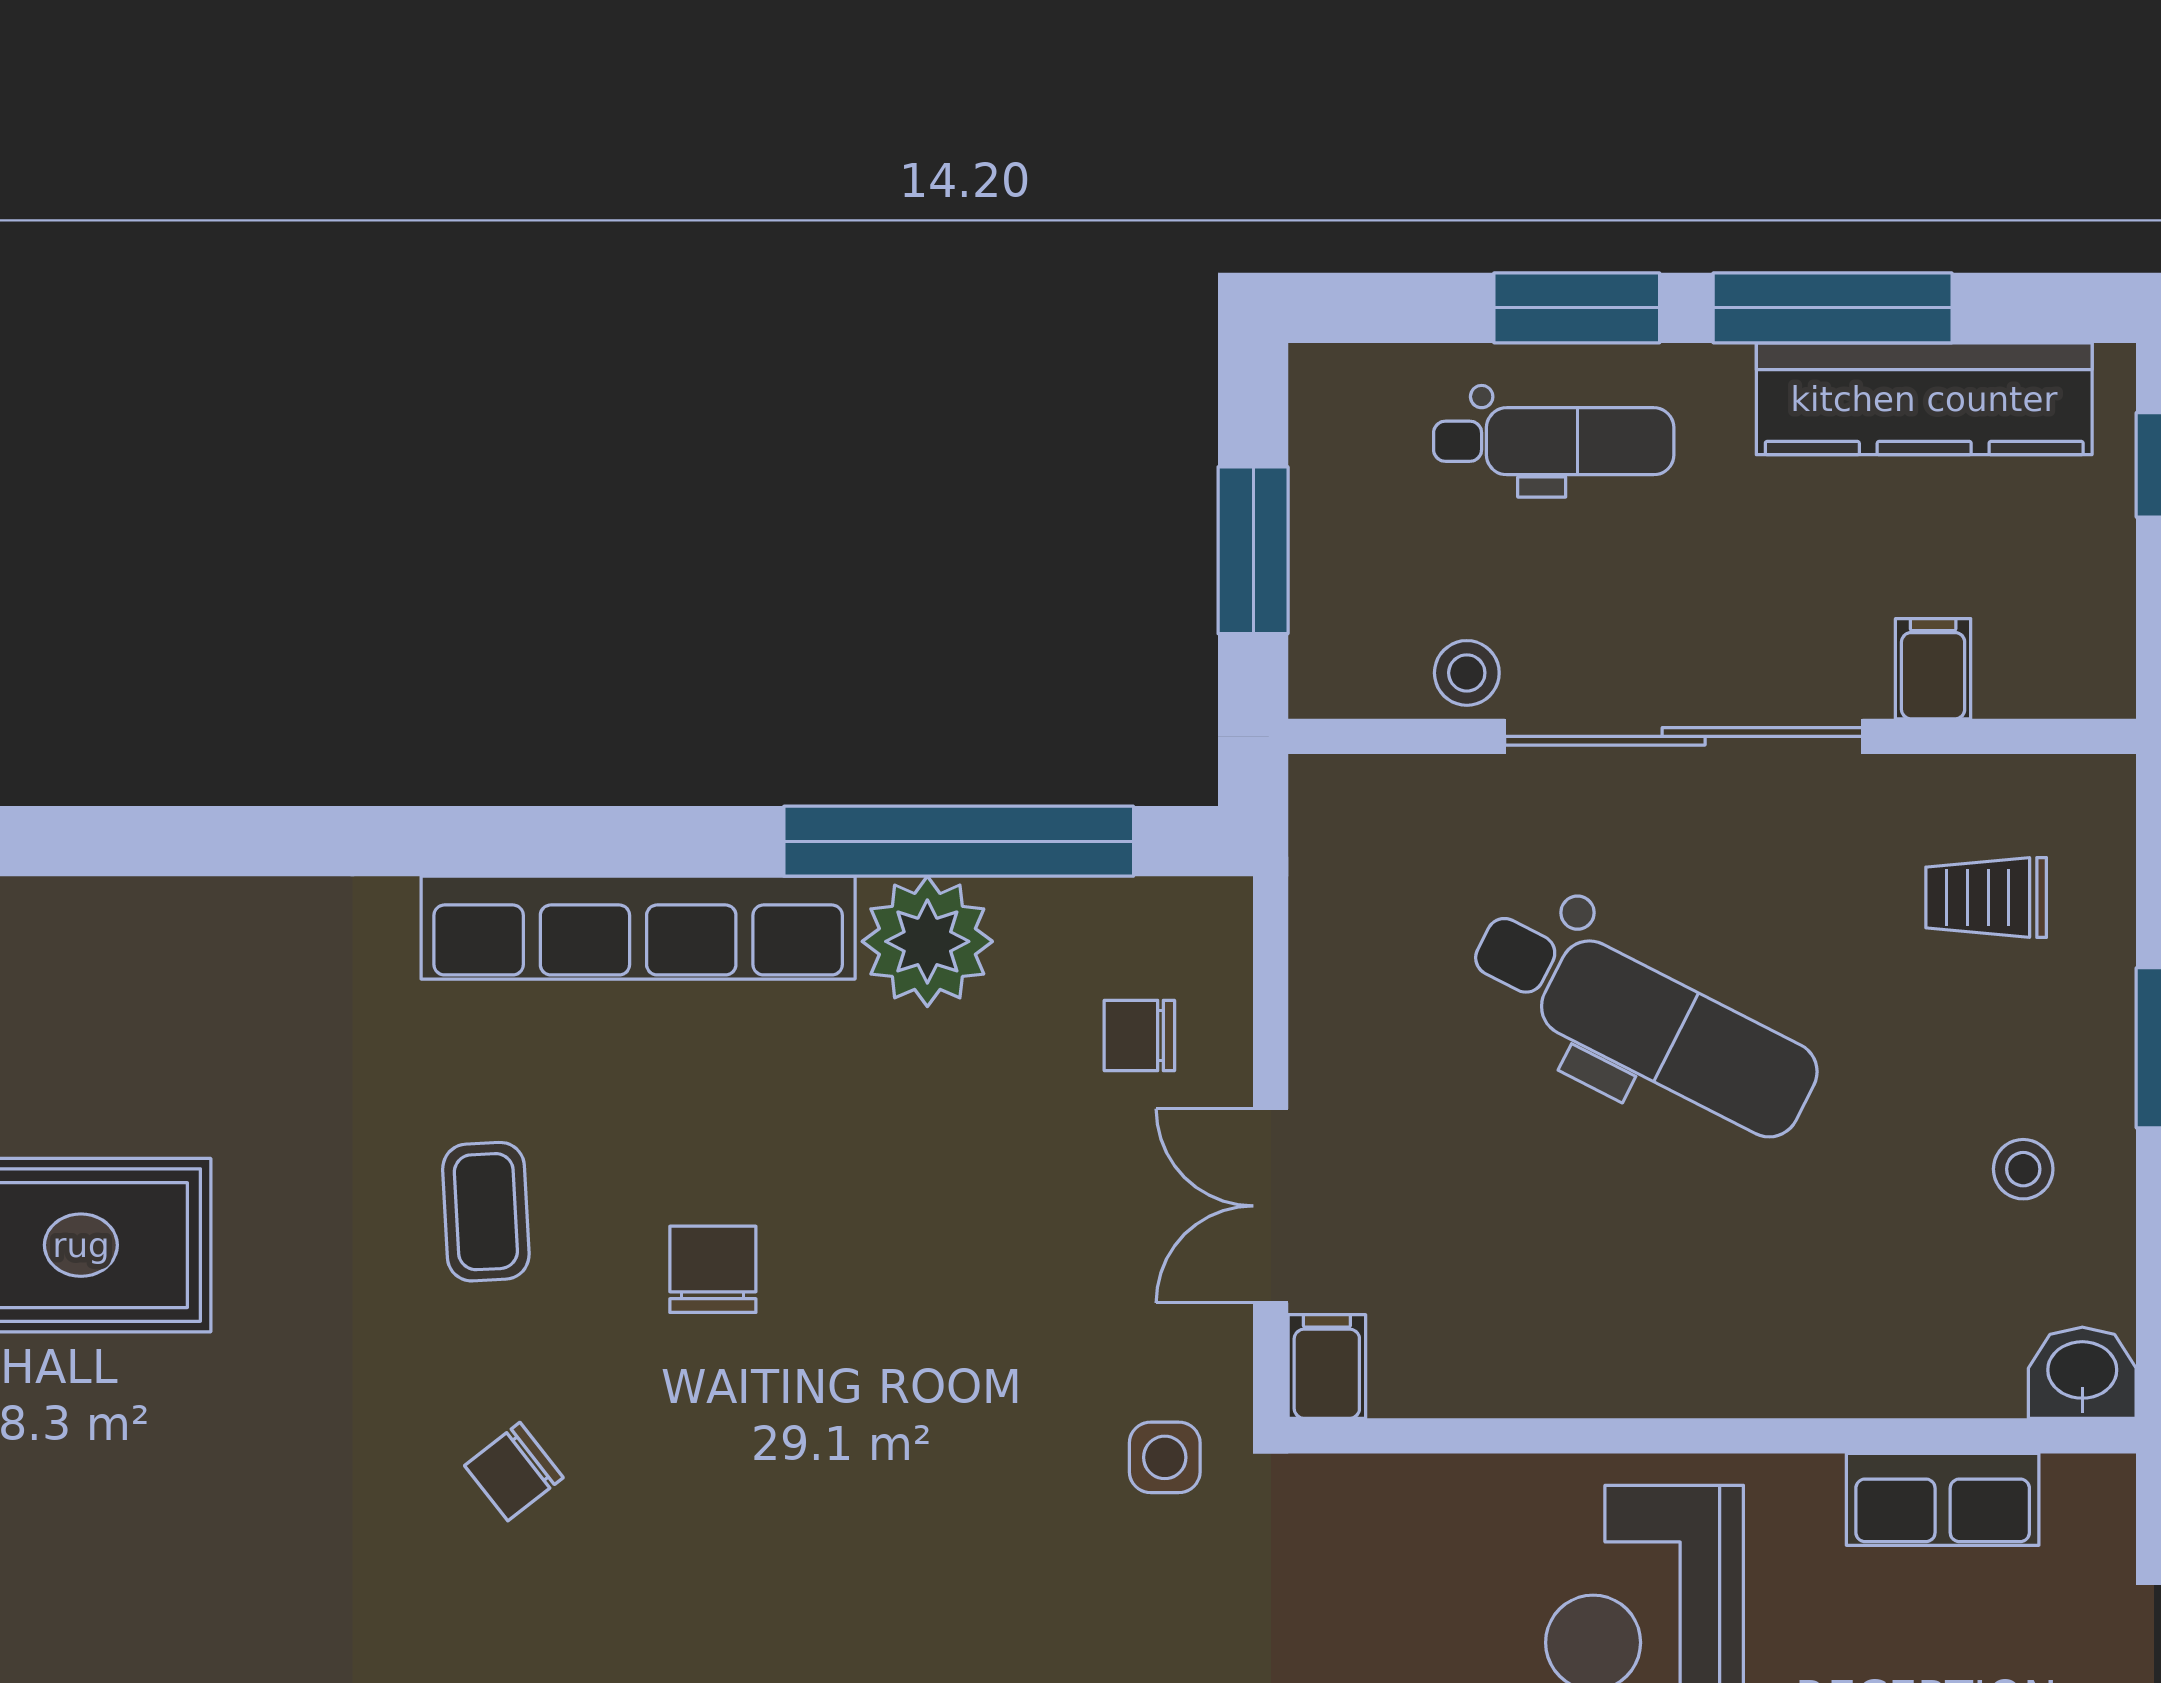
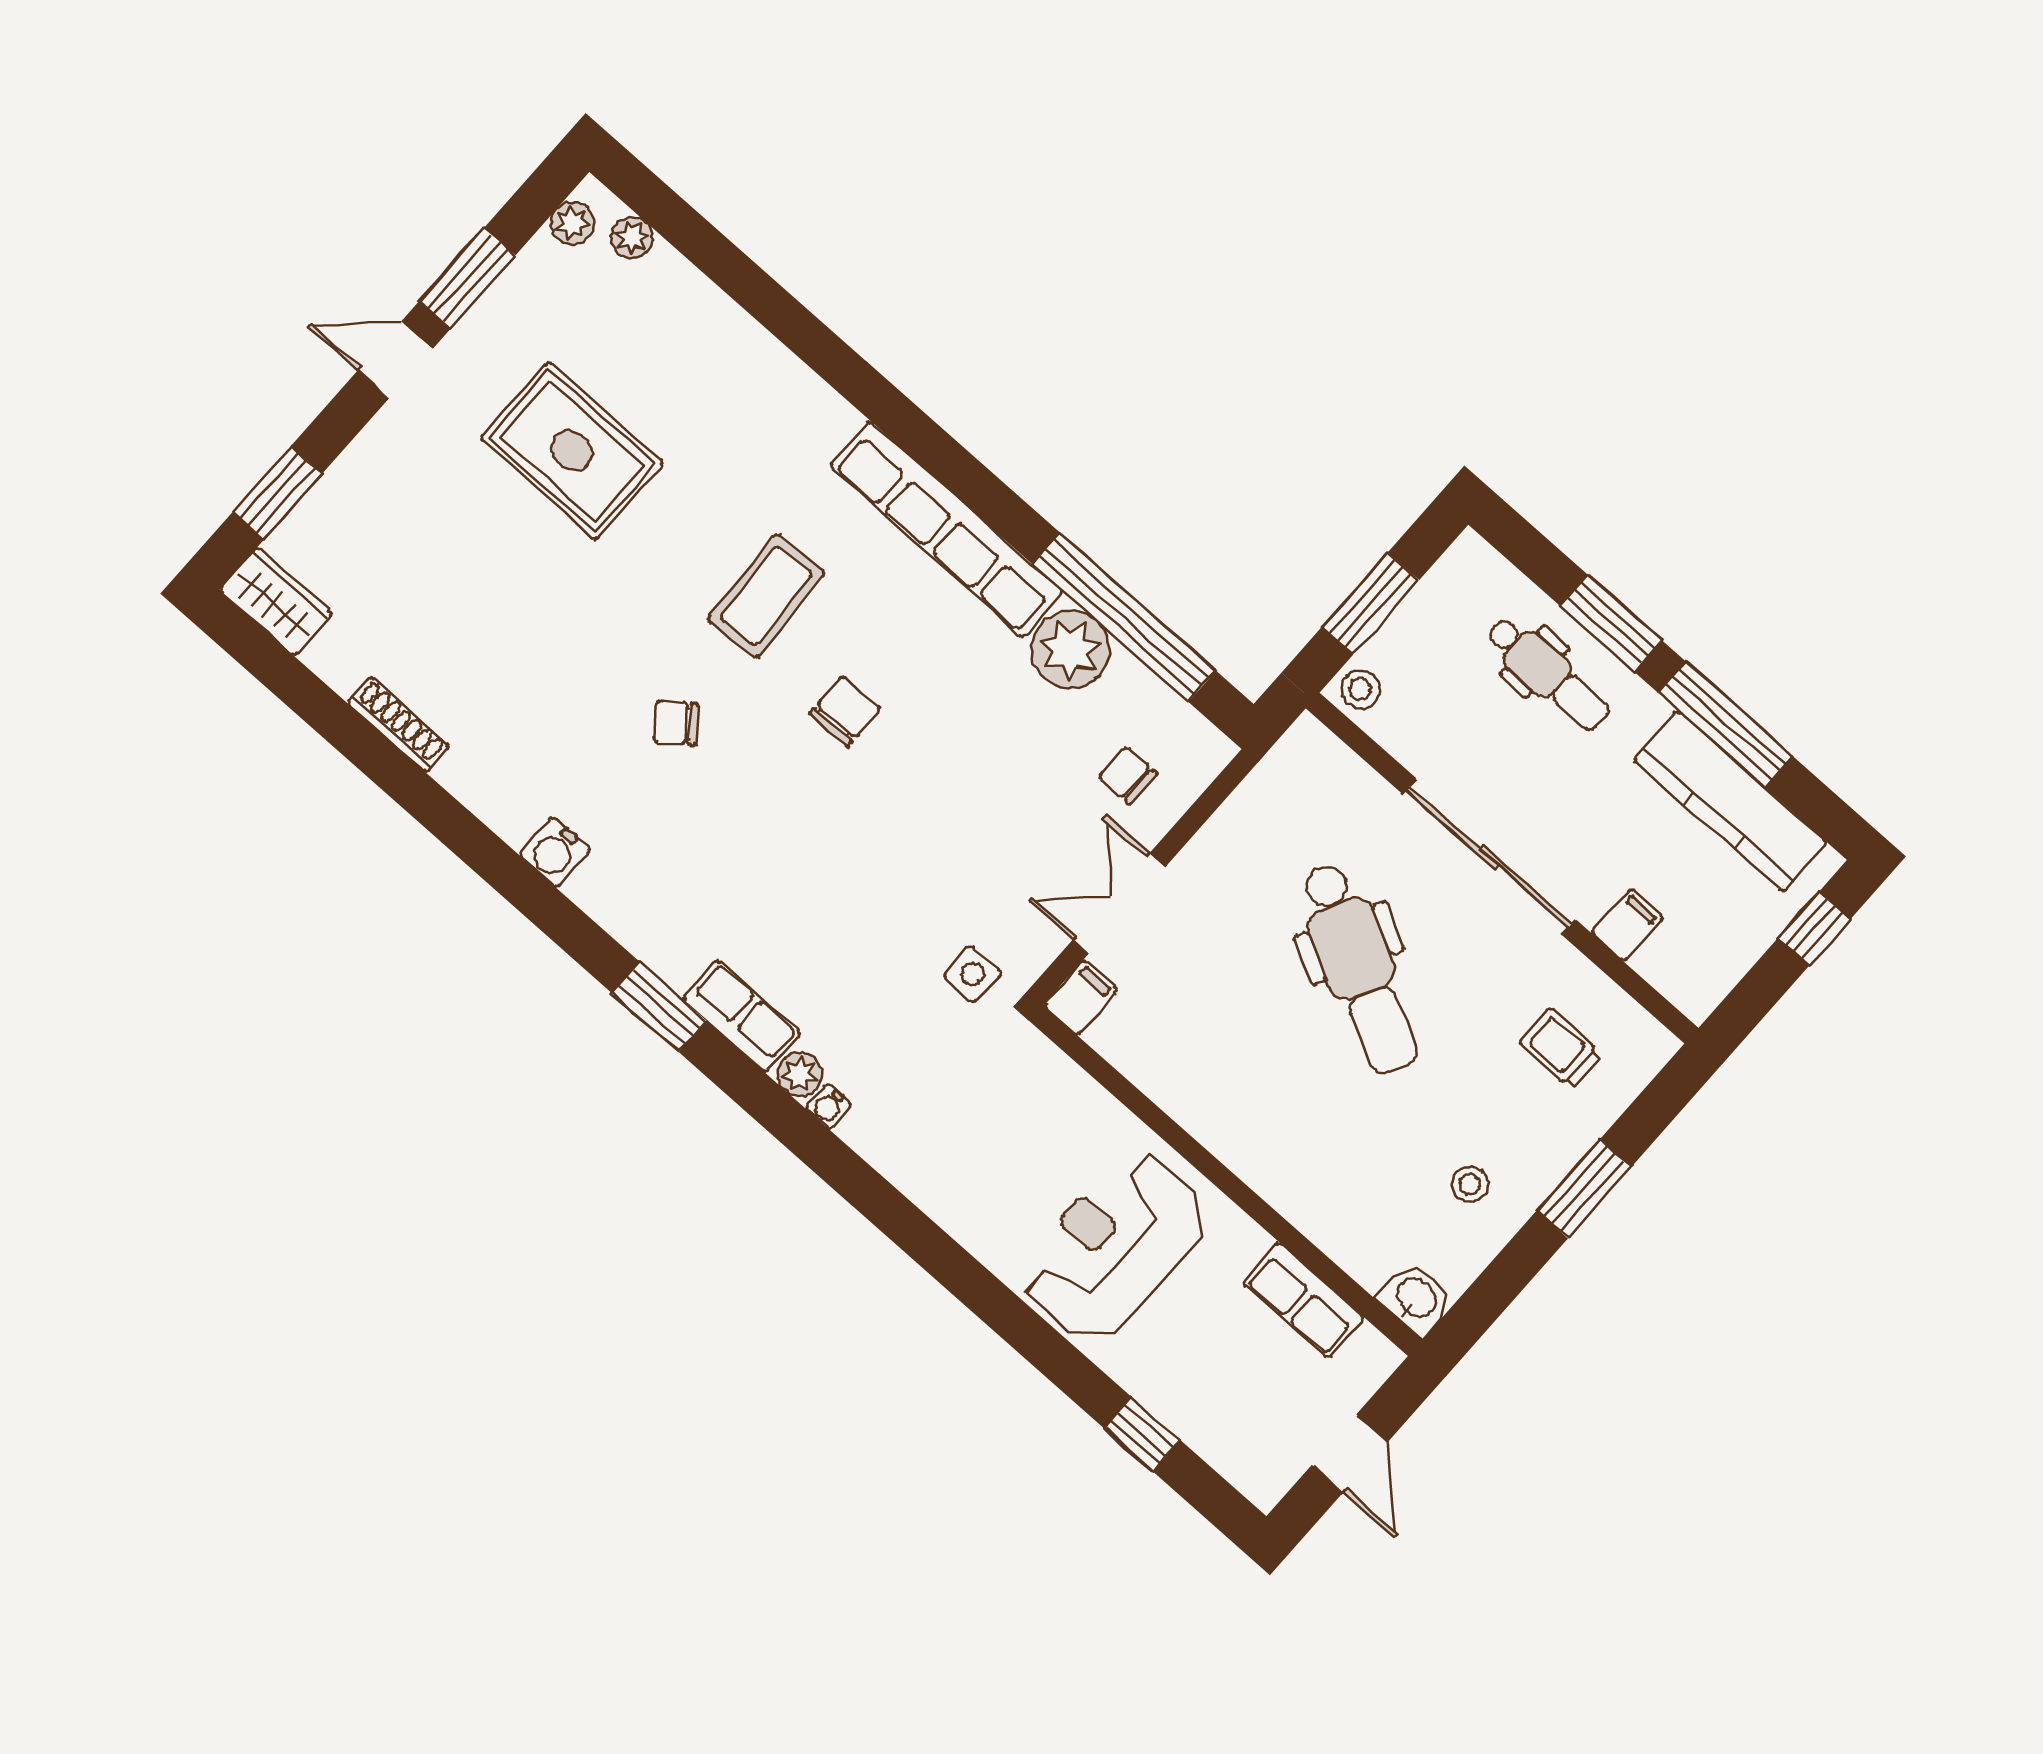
stool: (1467, 673) -> (1360, 689), moved
coffee table: (486, 1212) -> (766, 596), width x1.36, depth x1.30

